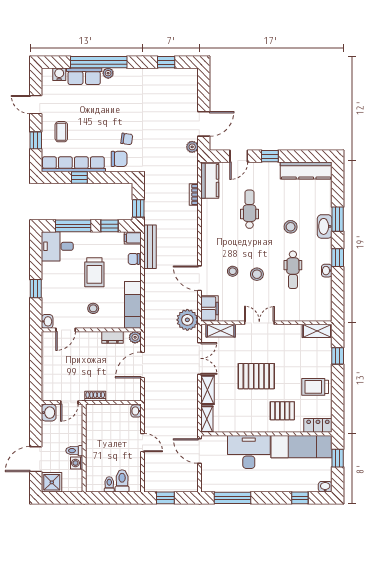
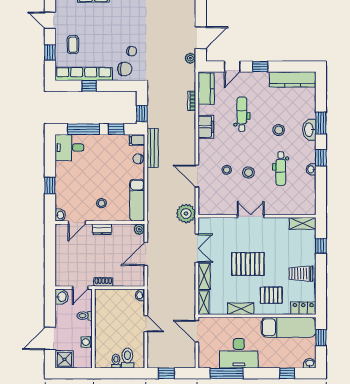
trolley: (94, 272) -> (103, 171), removed
filing cabinet: (209, 308) -> (206, 127), moved
shelving: (221, 331) -> (241, 309), moved
dresser: (112, 337) -> (102, 229), moved
toilet: (74, 451) -> (85, 316), moved
desk: (249, 452) -> (239, 353), moved, turned 180

